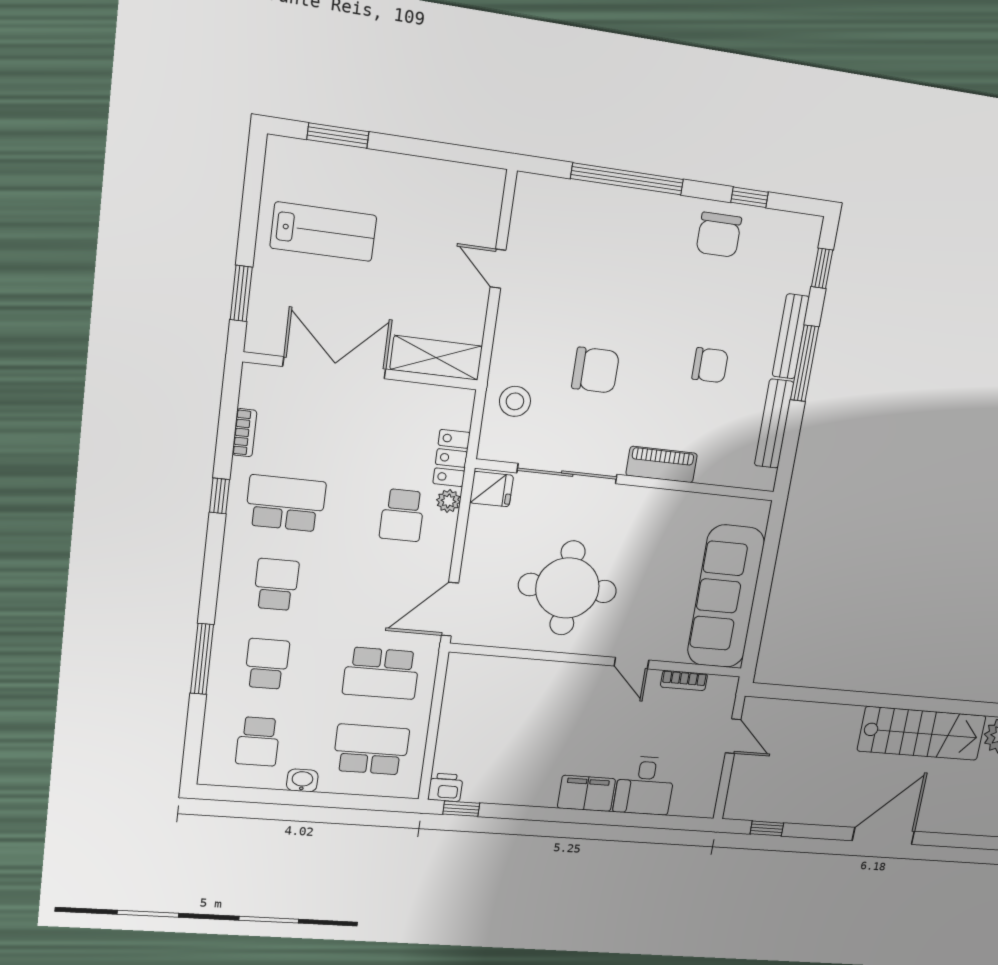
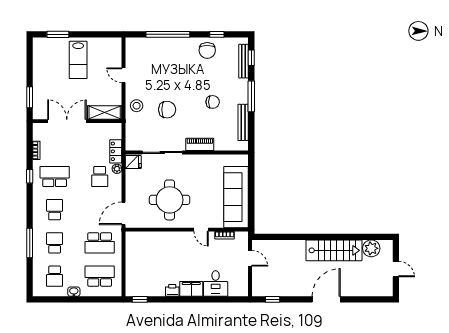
lab bench: (323, 232) -> (78, 60), moved, turned 90
bench: (791, 336) -> (243, 61), moved
stool: (515, 401) -> (137, 106), moved
printer: (445, 787) -> (172, 290), moved

